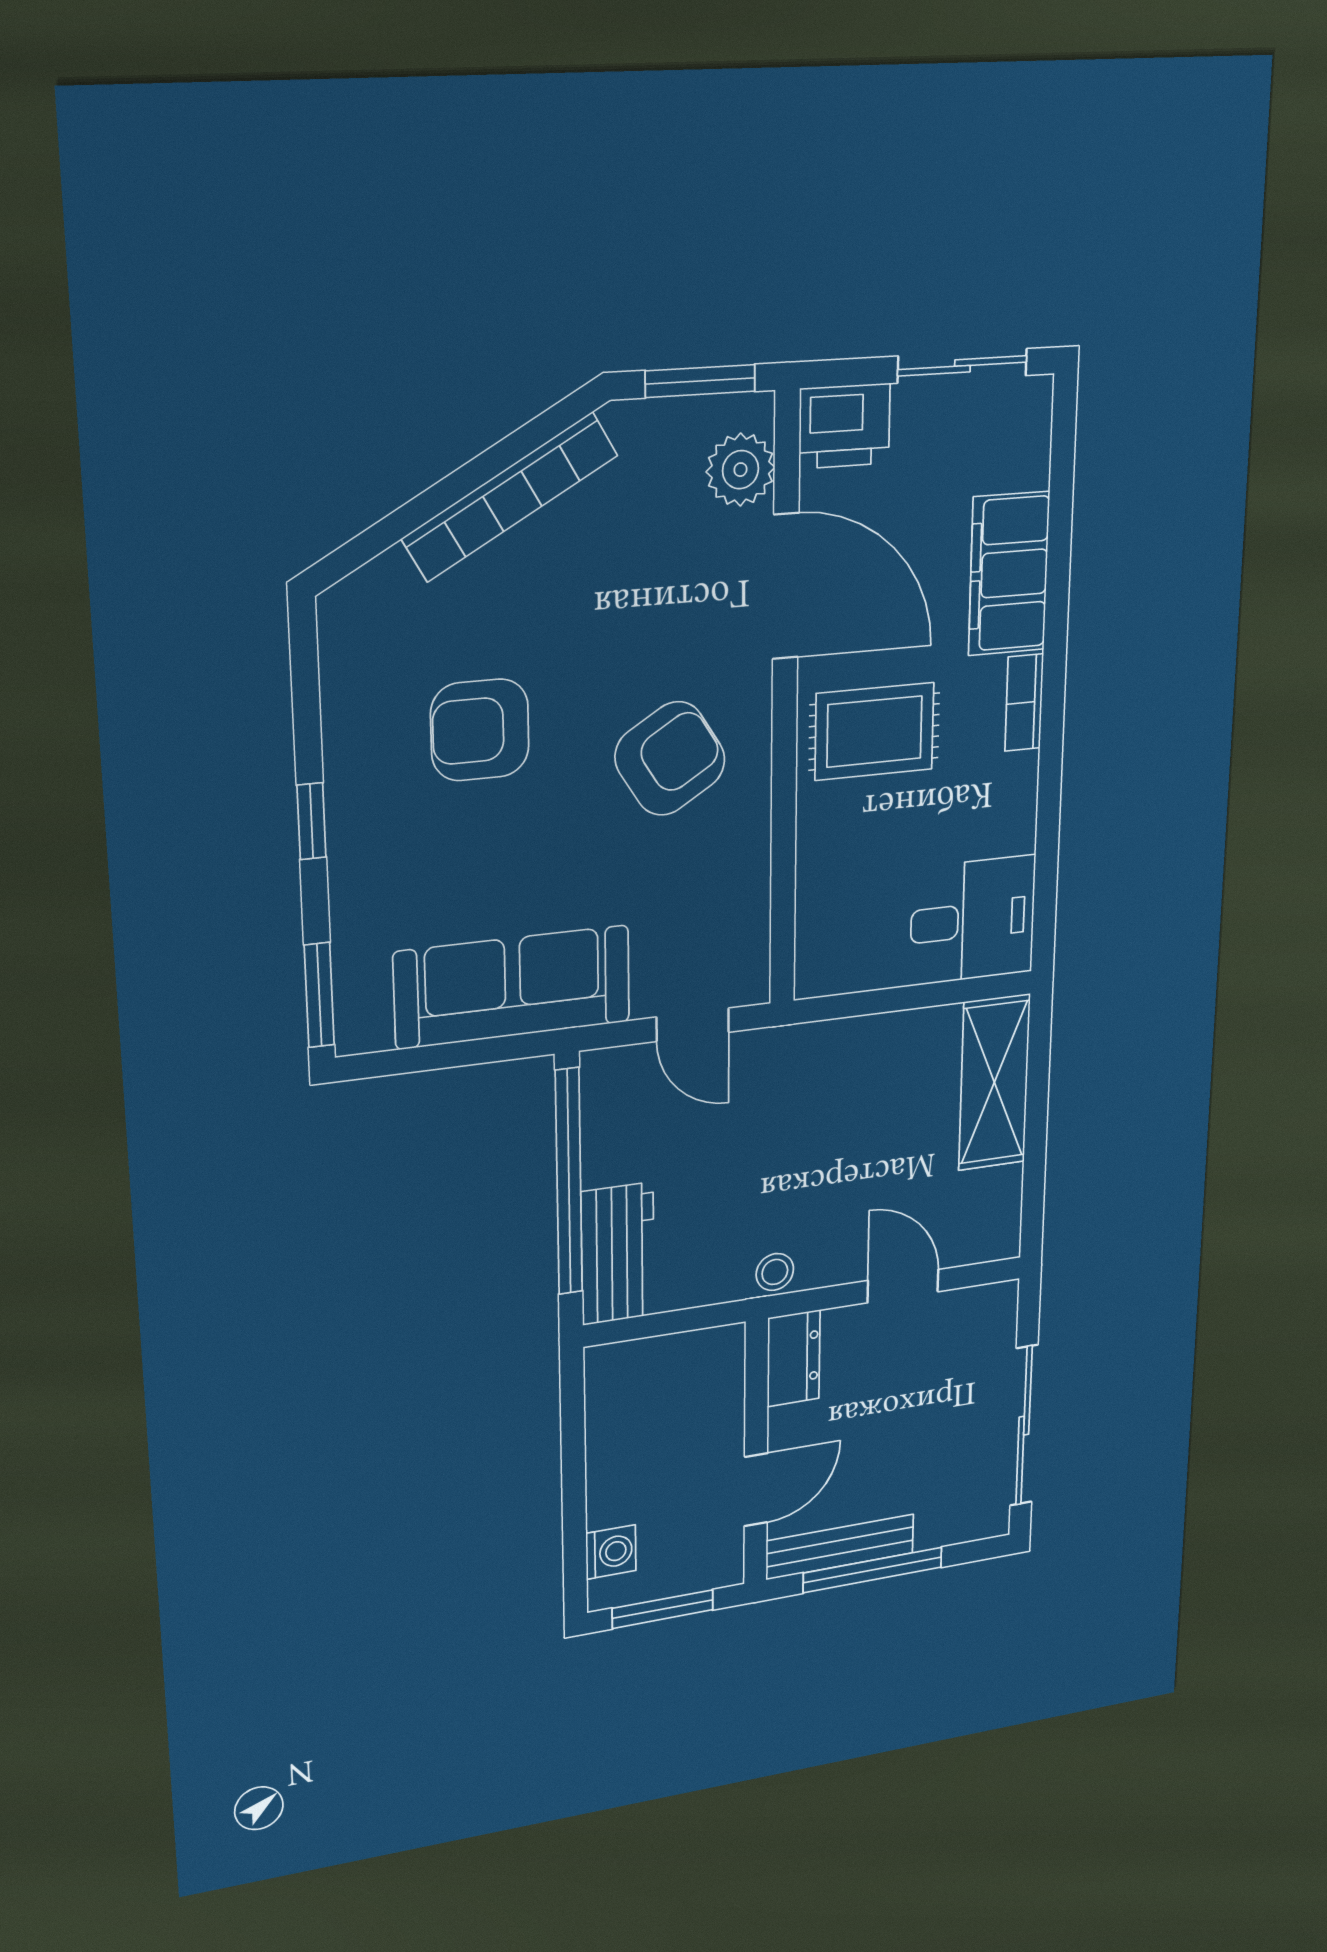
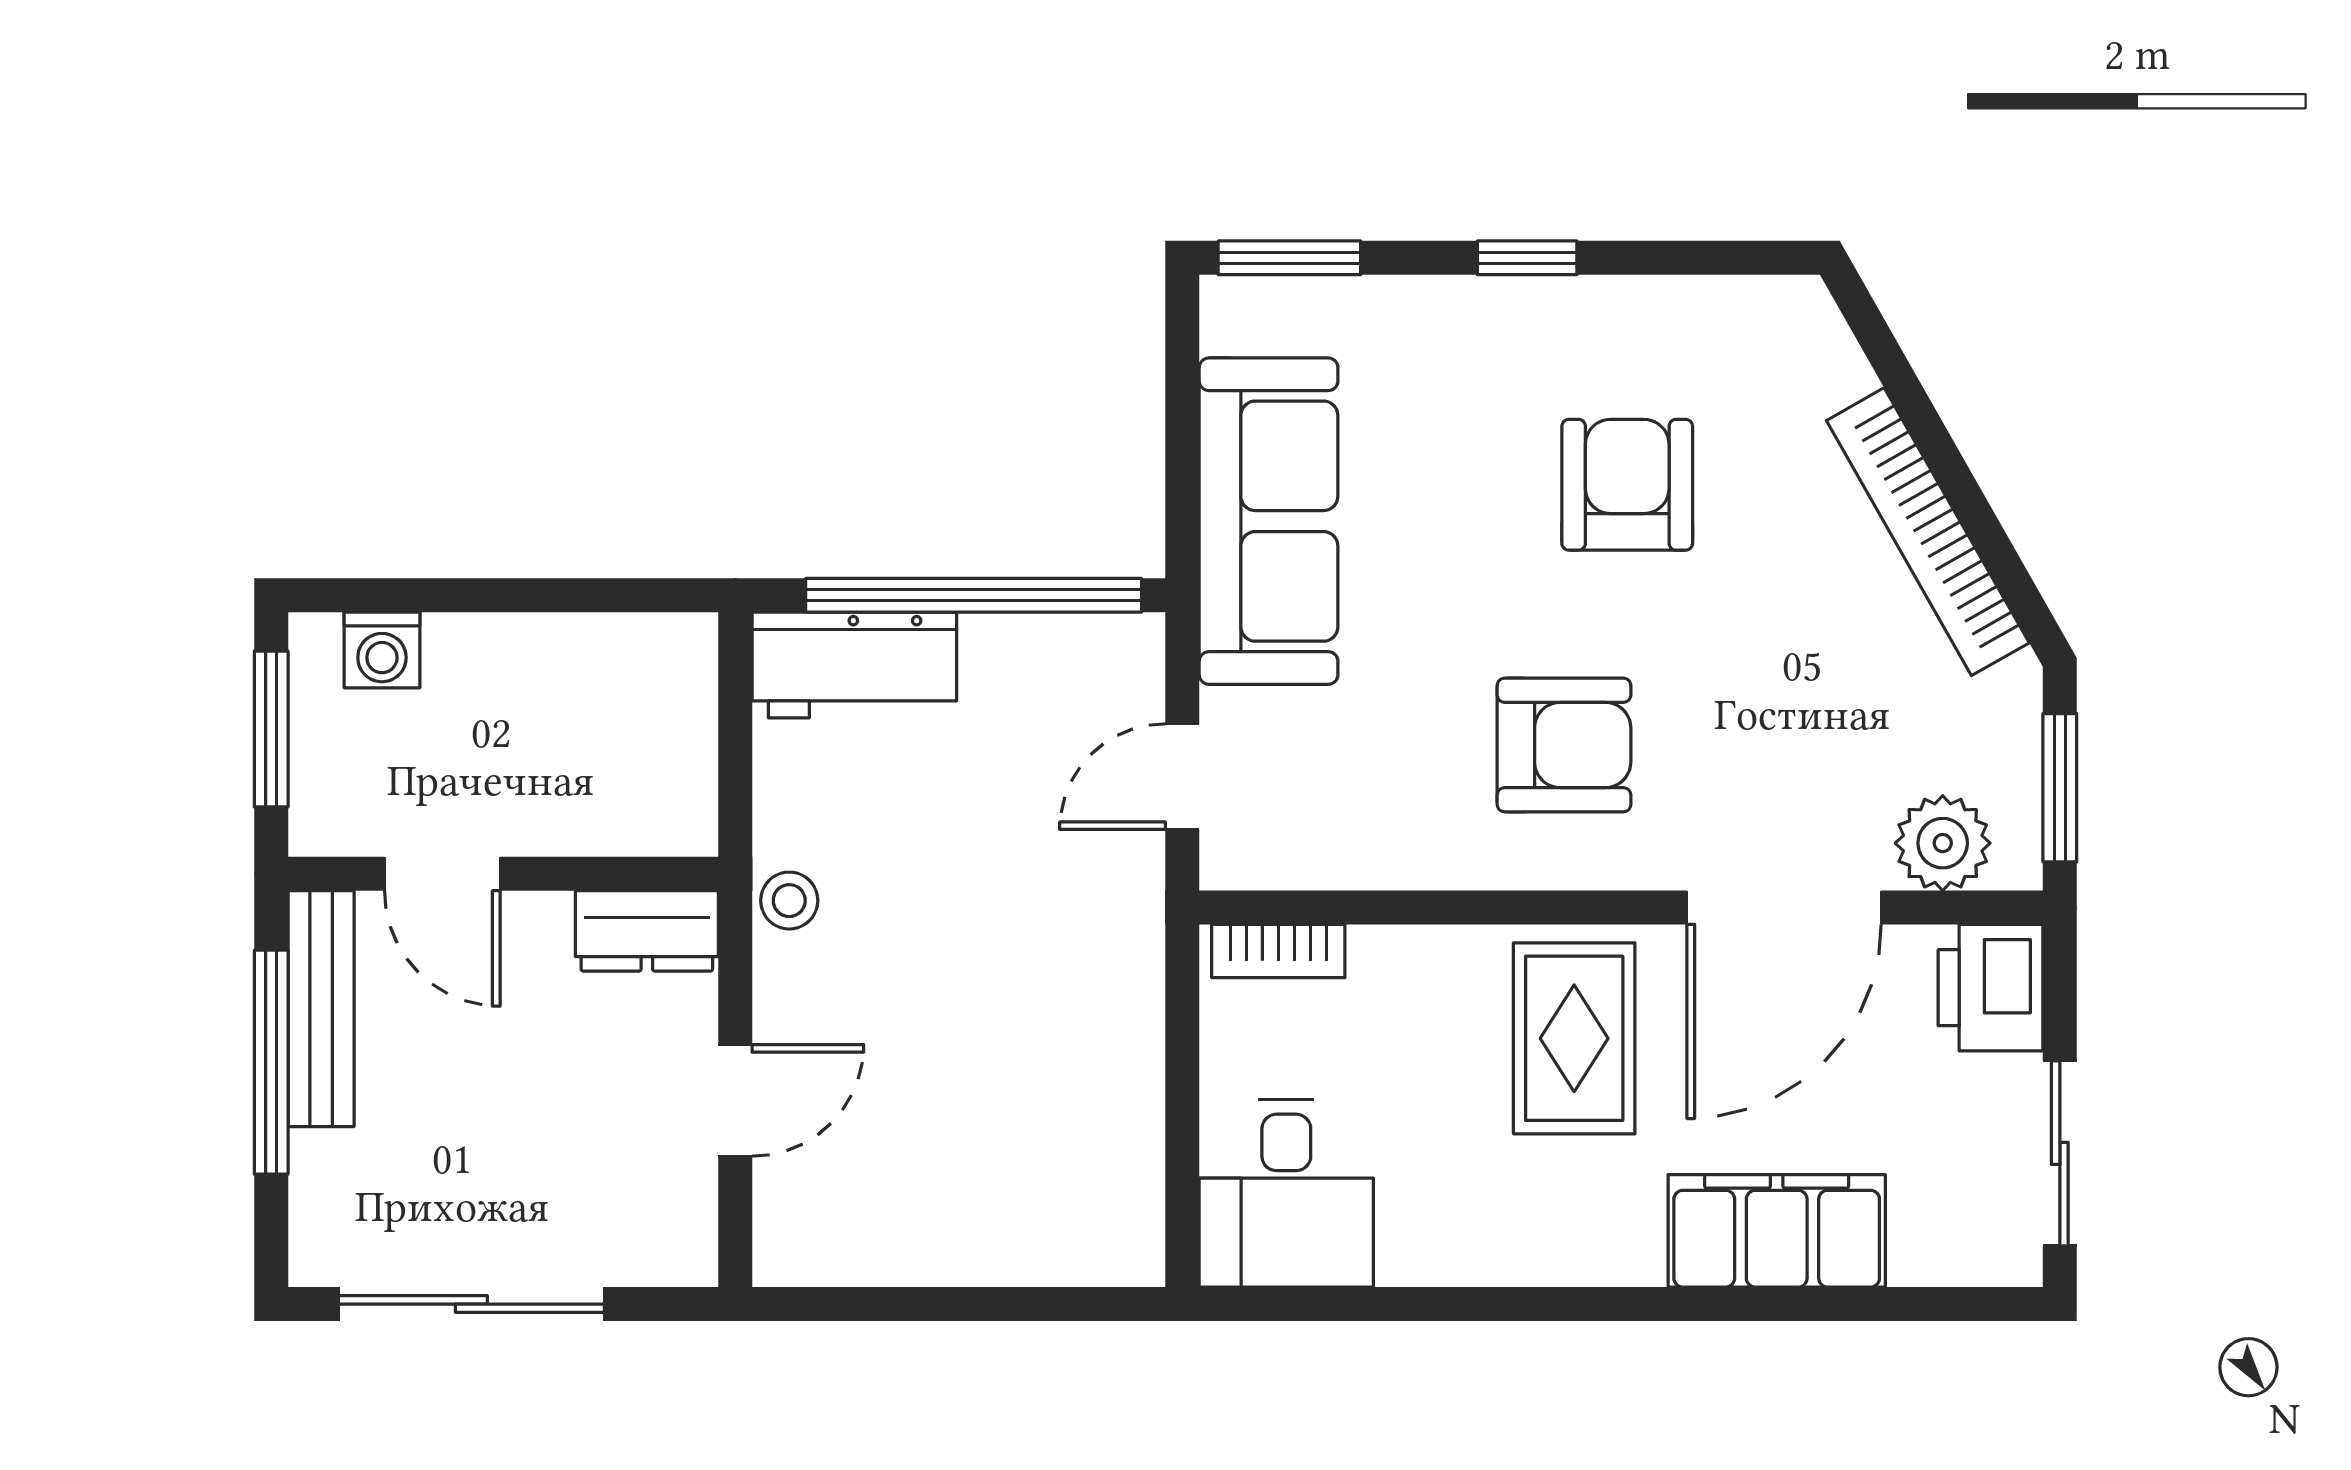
bookcase: (1024, 703) -> (1278, 951), moved, turned 180
armchair: (670, 759) -> (1564, 745), turned -58
shelving: (994, 1082) -> (1036, 1235), removed

